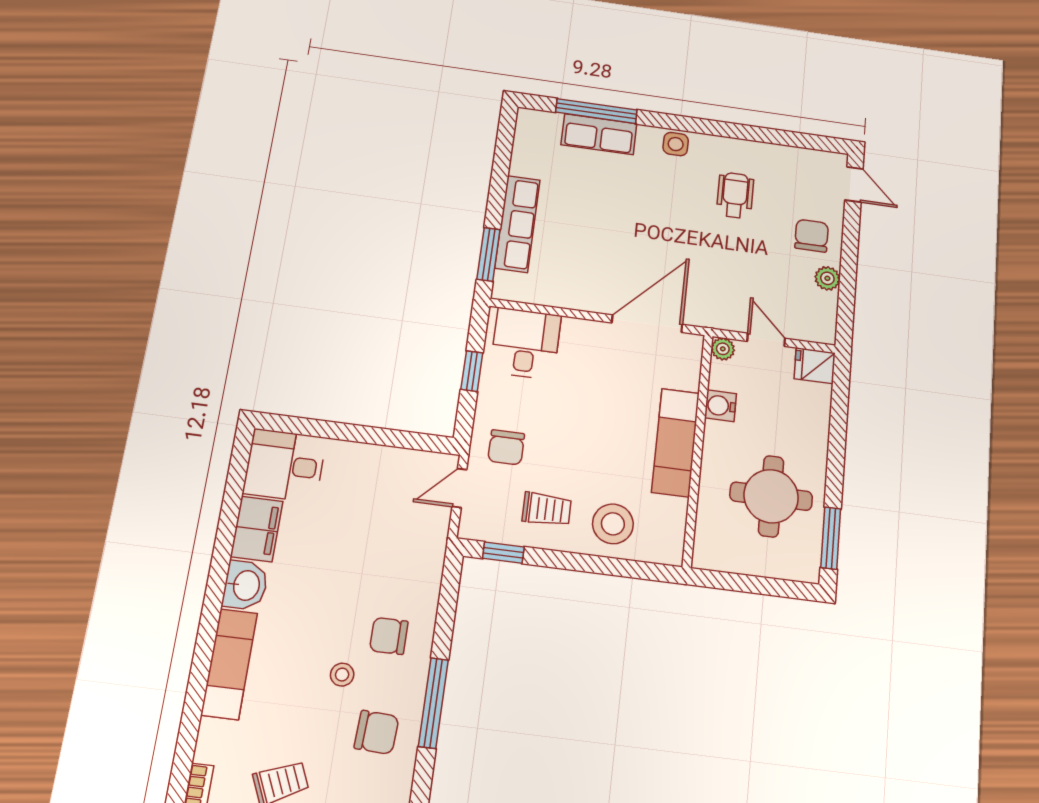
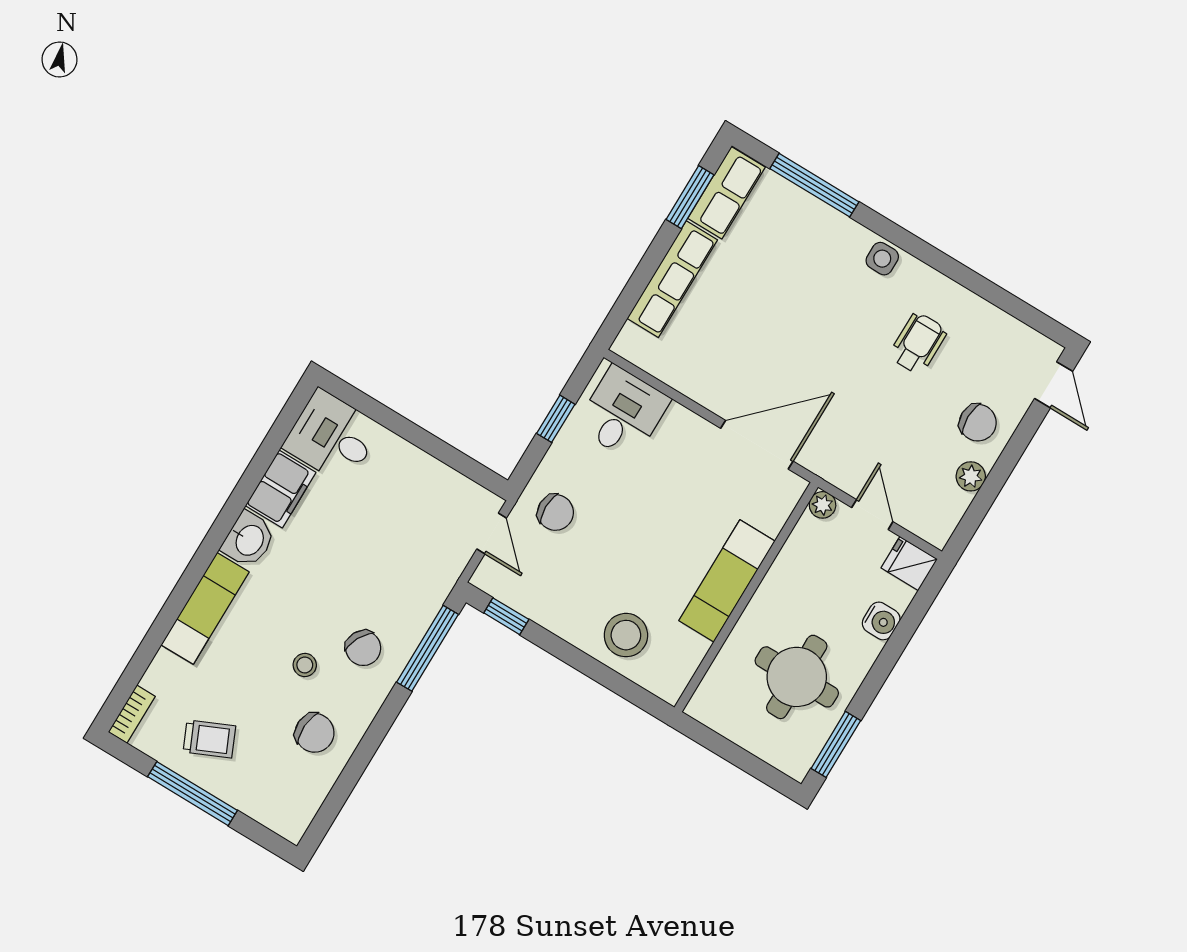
row of seats: (599, 134) -> (727, 193), moved, turned -90
chair: (812, 236) -> (978, 423), turned 90
window: (489, 254) -> (690, 197), moved
water cooler: (720, 406) -> (881, 621), moved, turned 180
chair: (506, 447) -> (555, 512), turned -90
door: (459, 488) -> (492, 534), swing flipped
trolley: (547, 509) -> (568, 592), removed
chair: (389, 636) -> (363, 648), turned -153
window: (433, 703) -> (428, 648), moved

